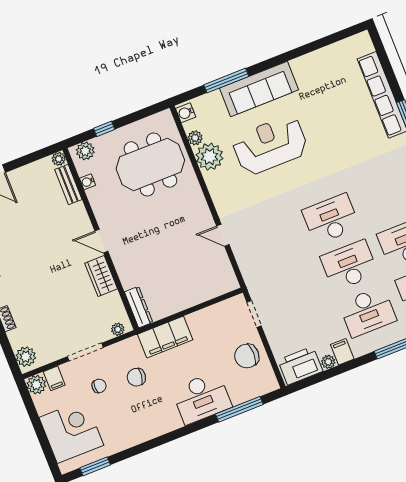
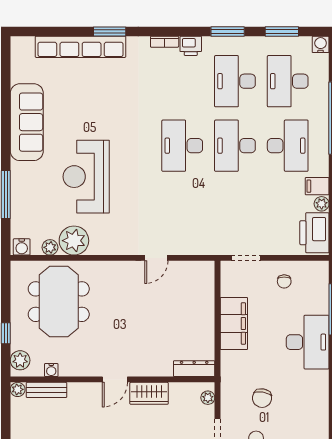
sofa: (259, 89) -> (27, 122), moved
filing cabinet: (165, 337) -> (234, 324), moved
chair: (247, 356) -> (284, 281), width x0.54, depth x0.54

